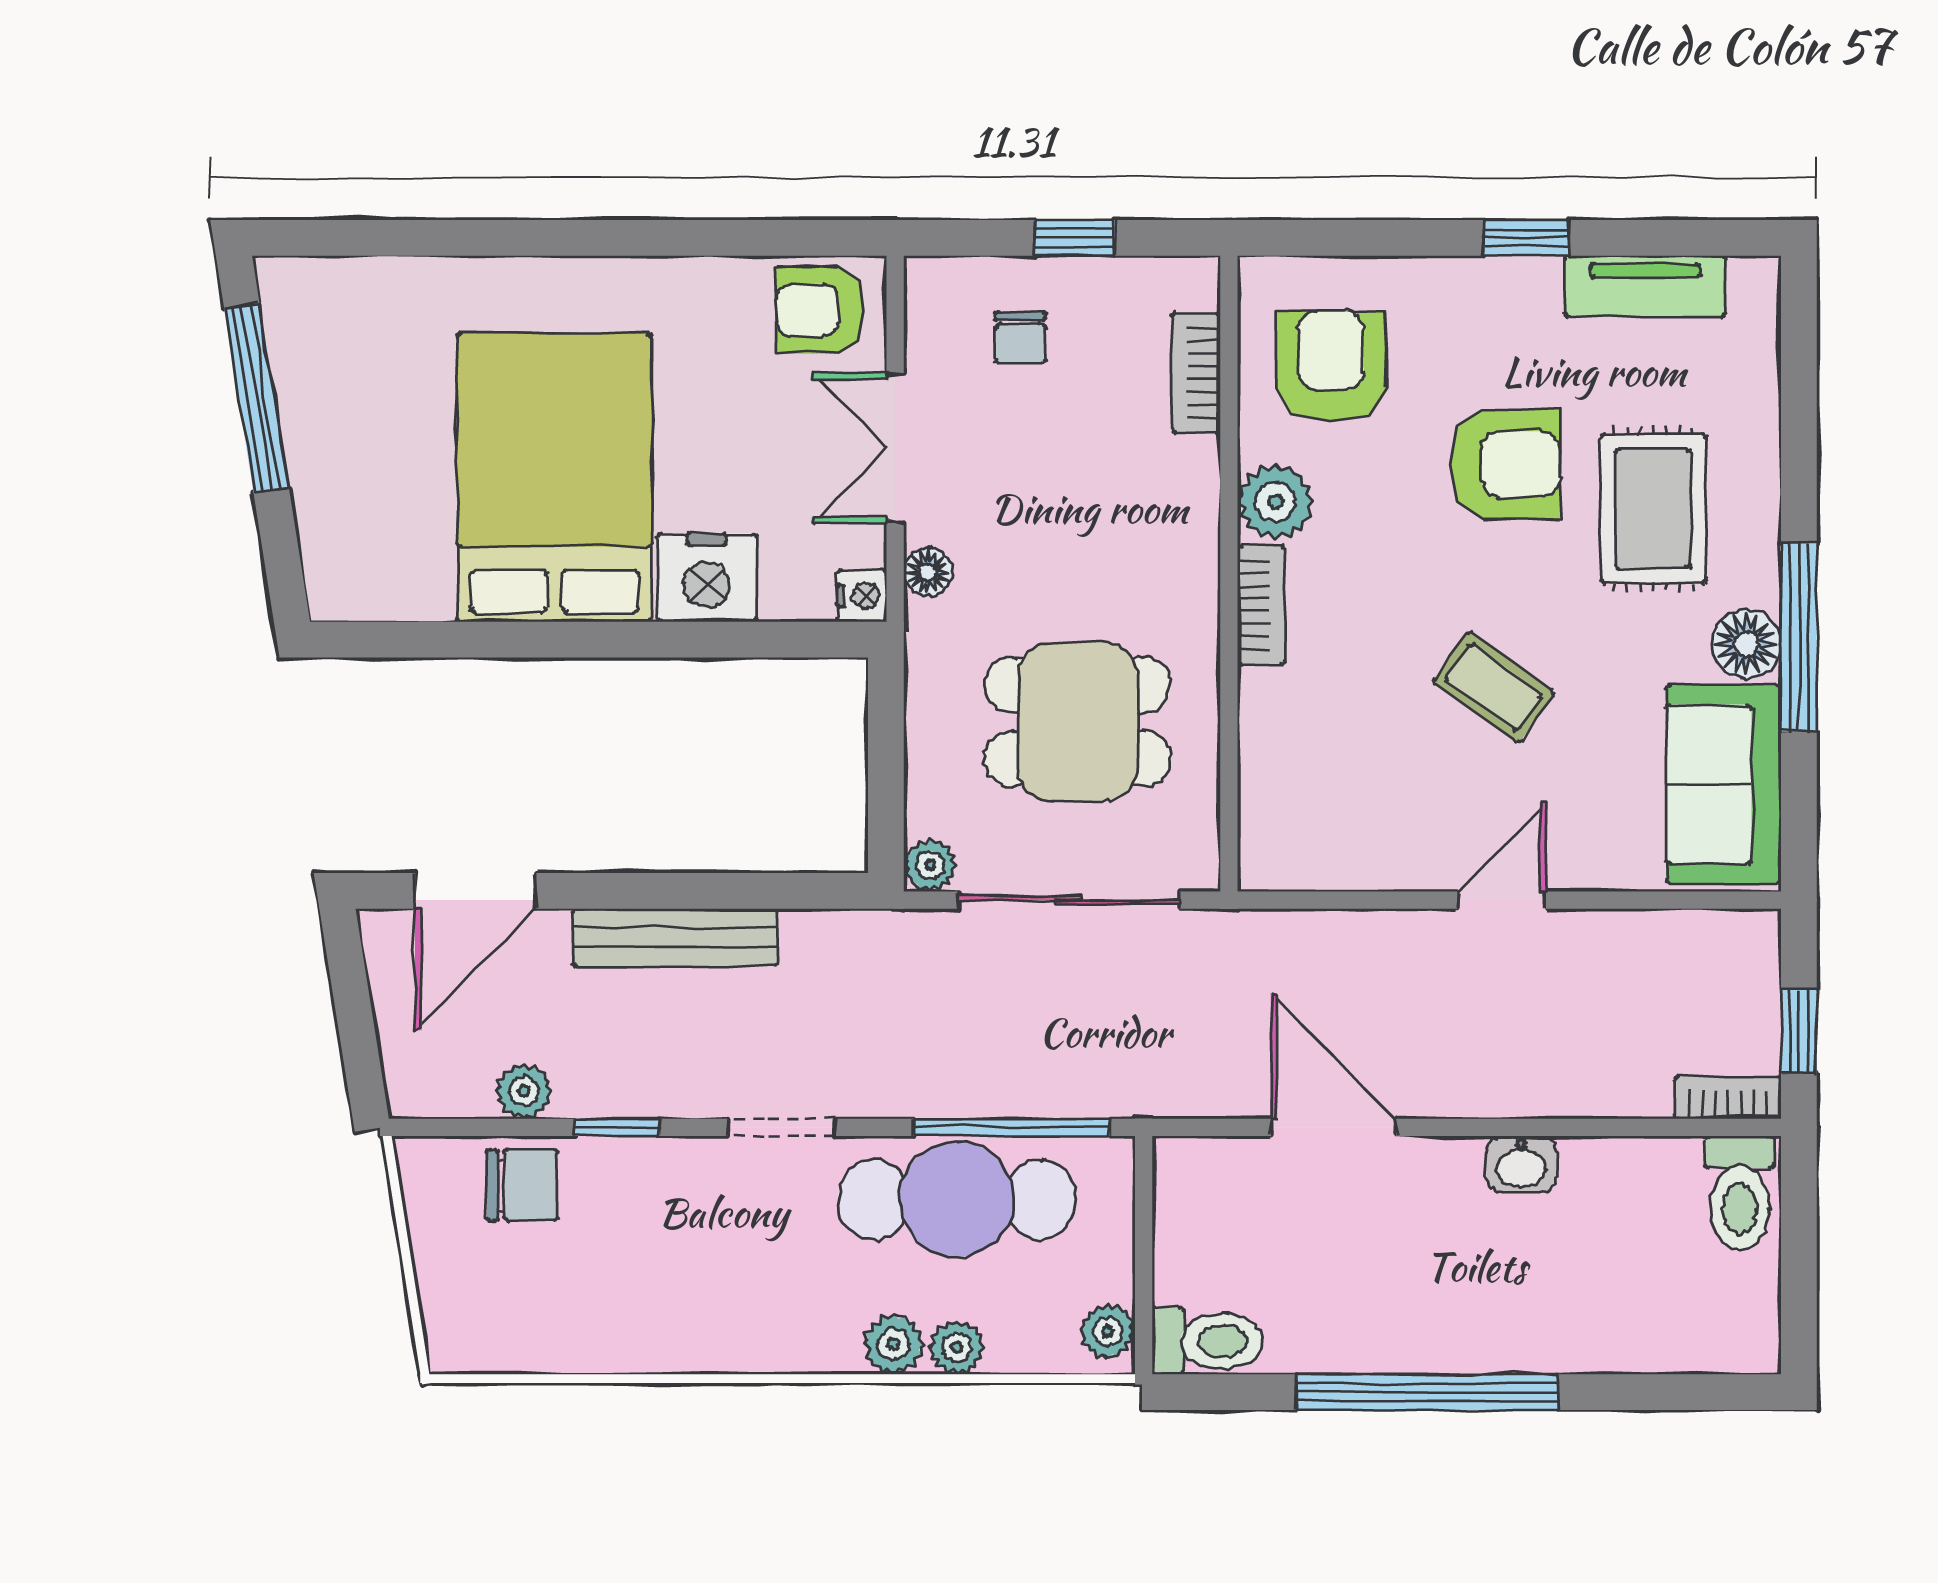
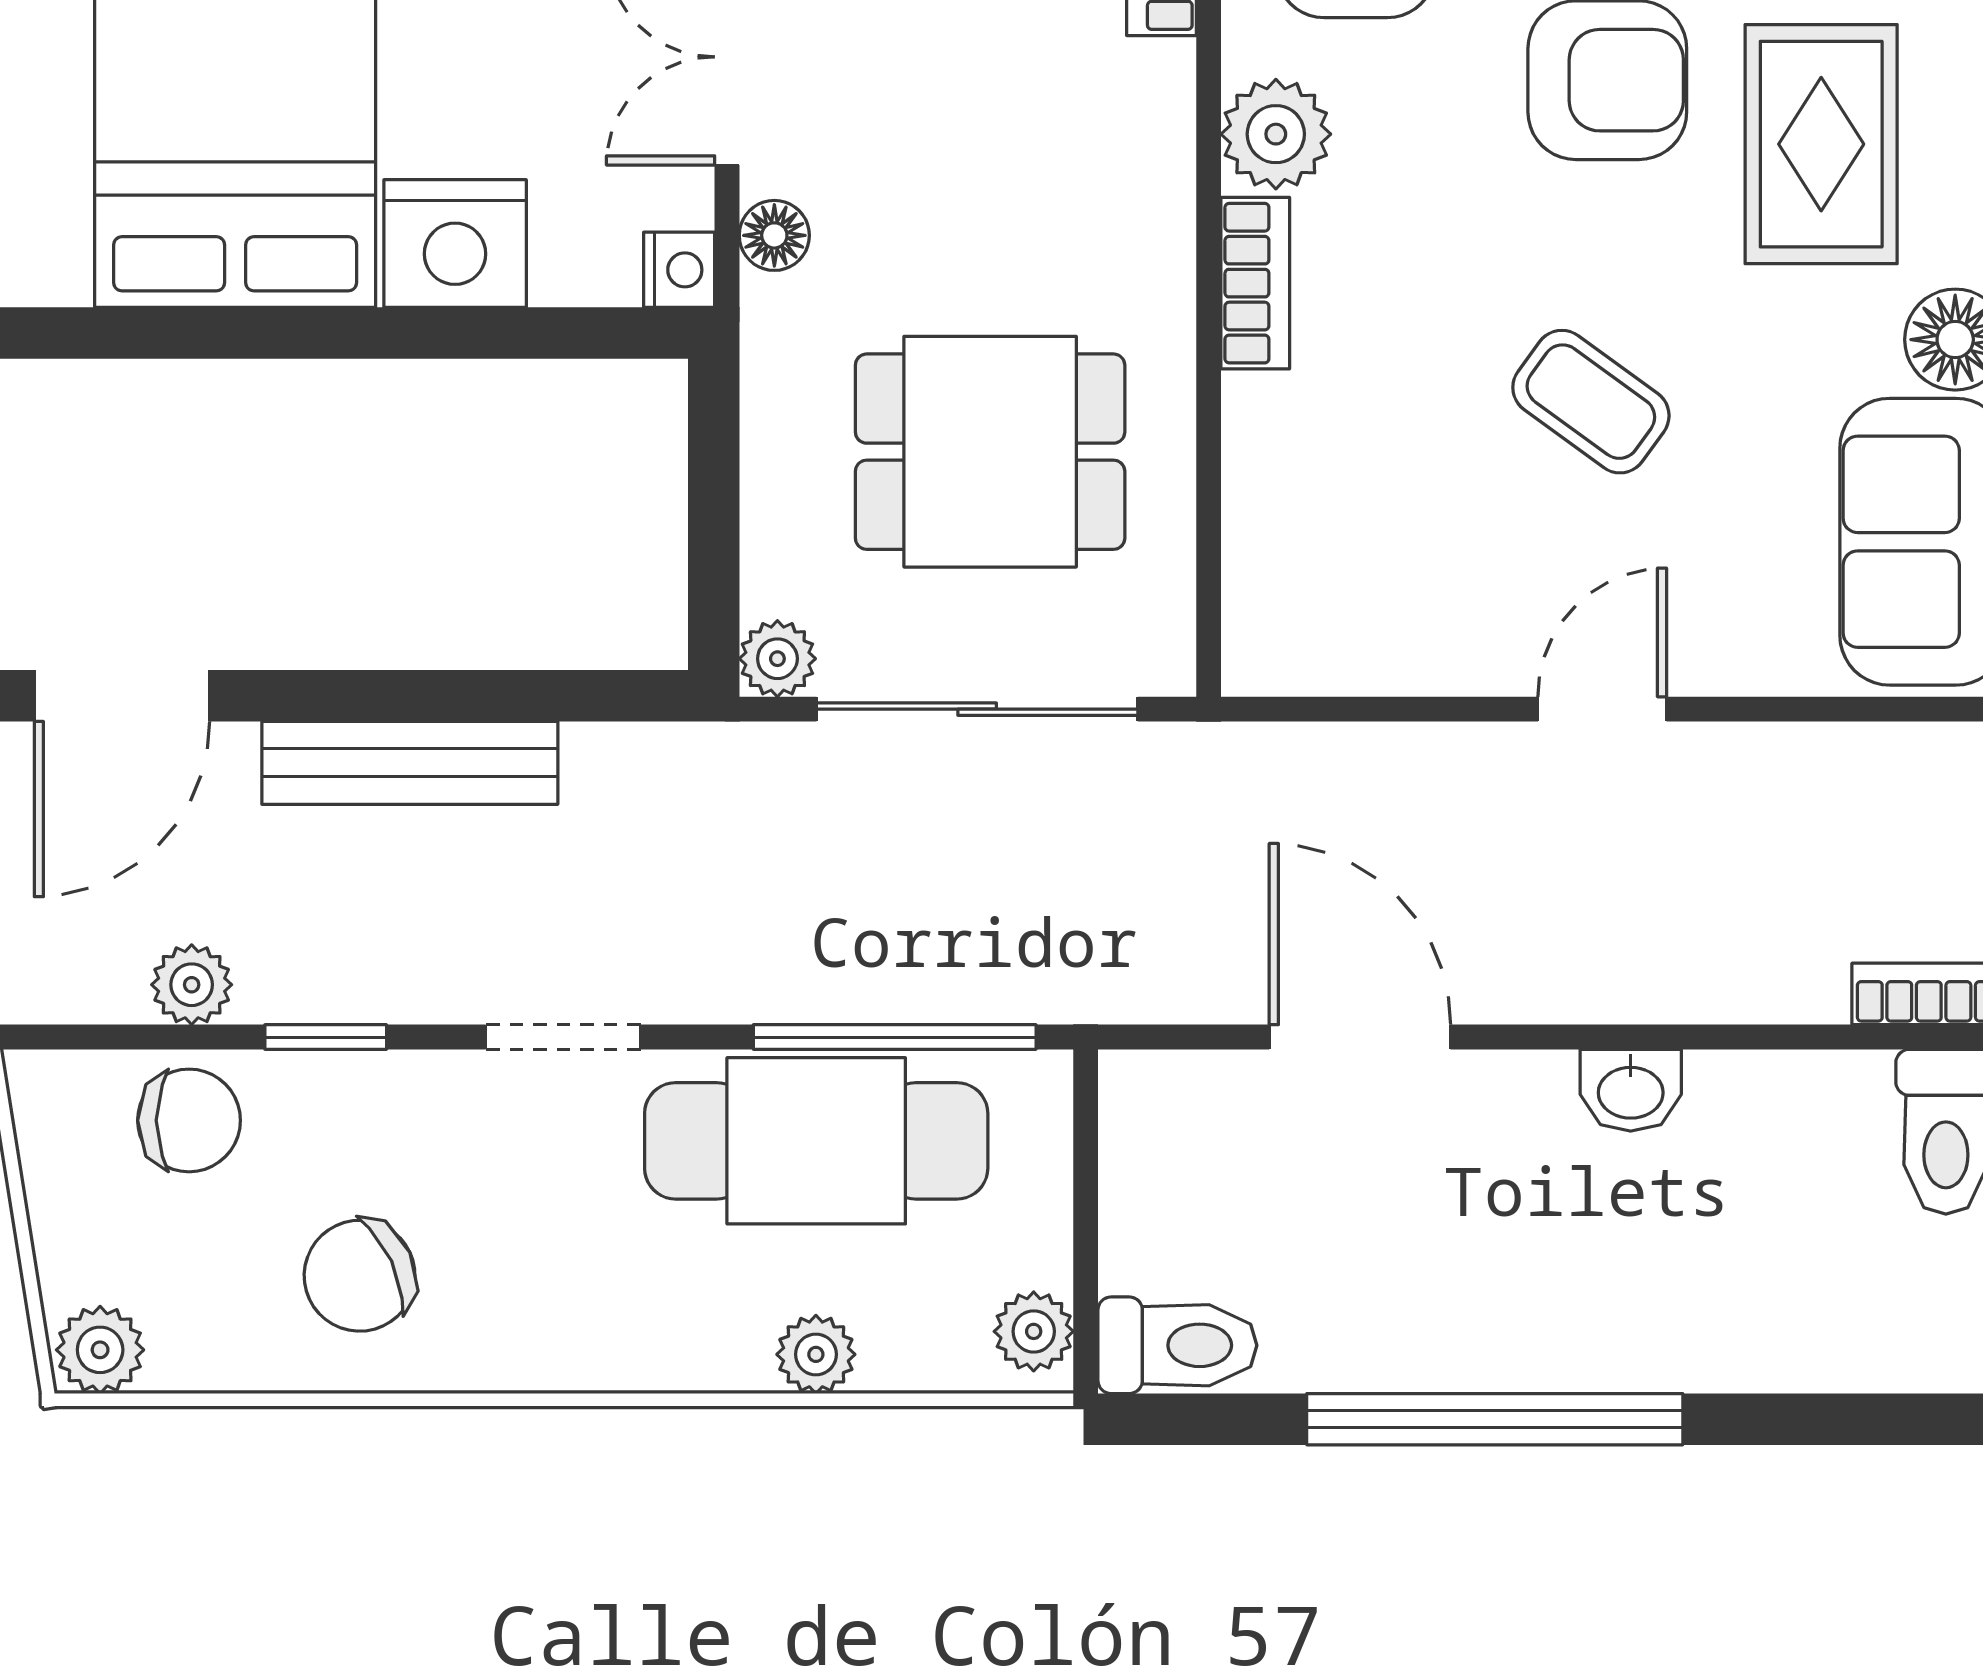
chair: (641, 1293) -> (360, 1276), added
plant: (894, 1344) -> (100, 1350), moved

